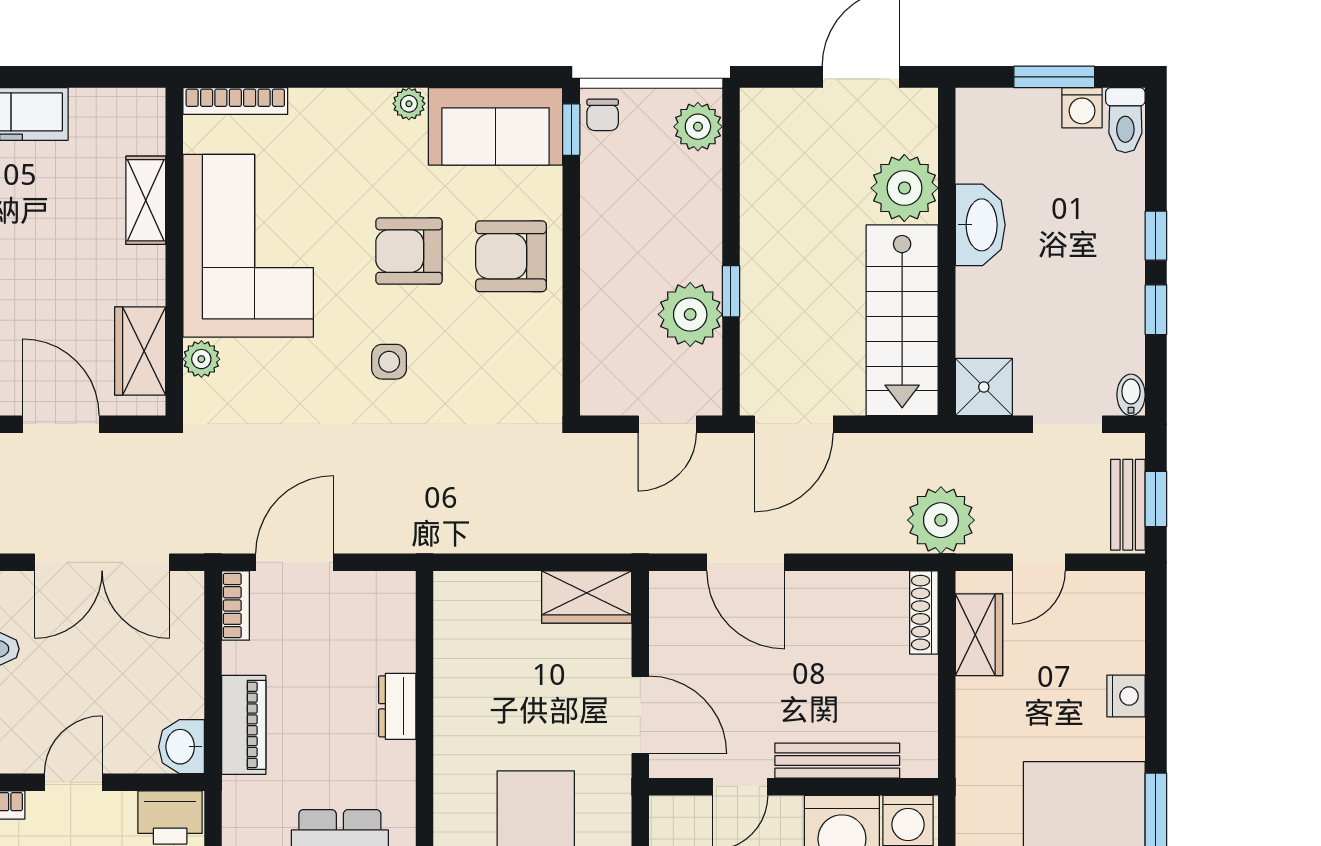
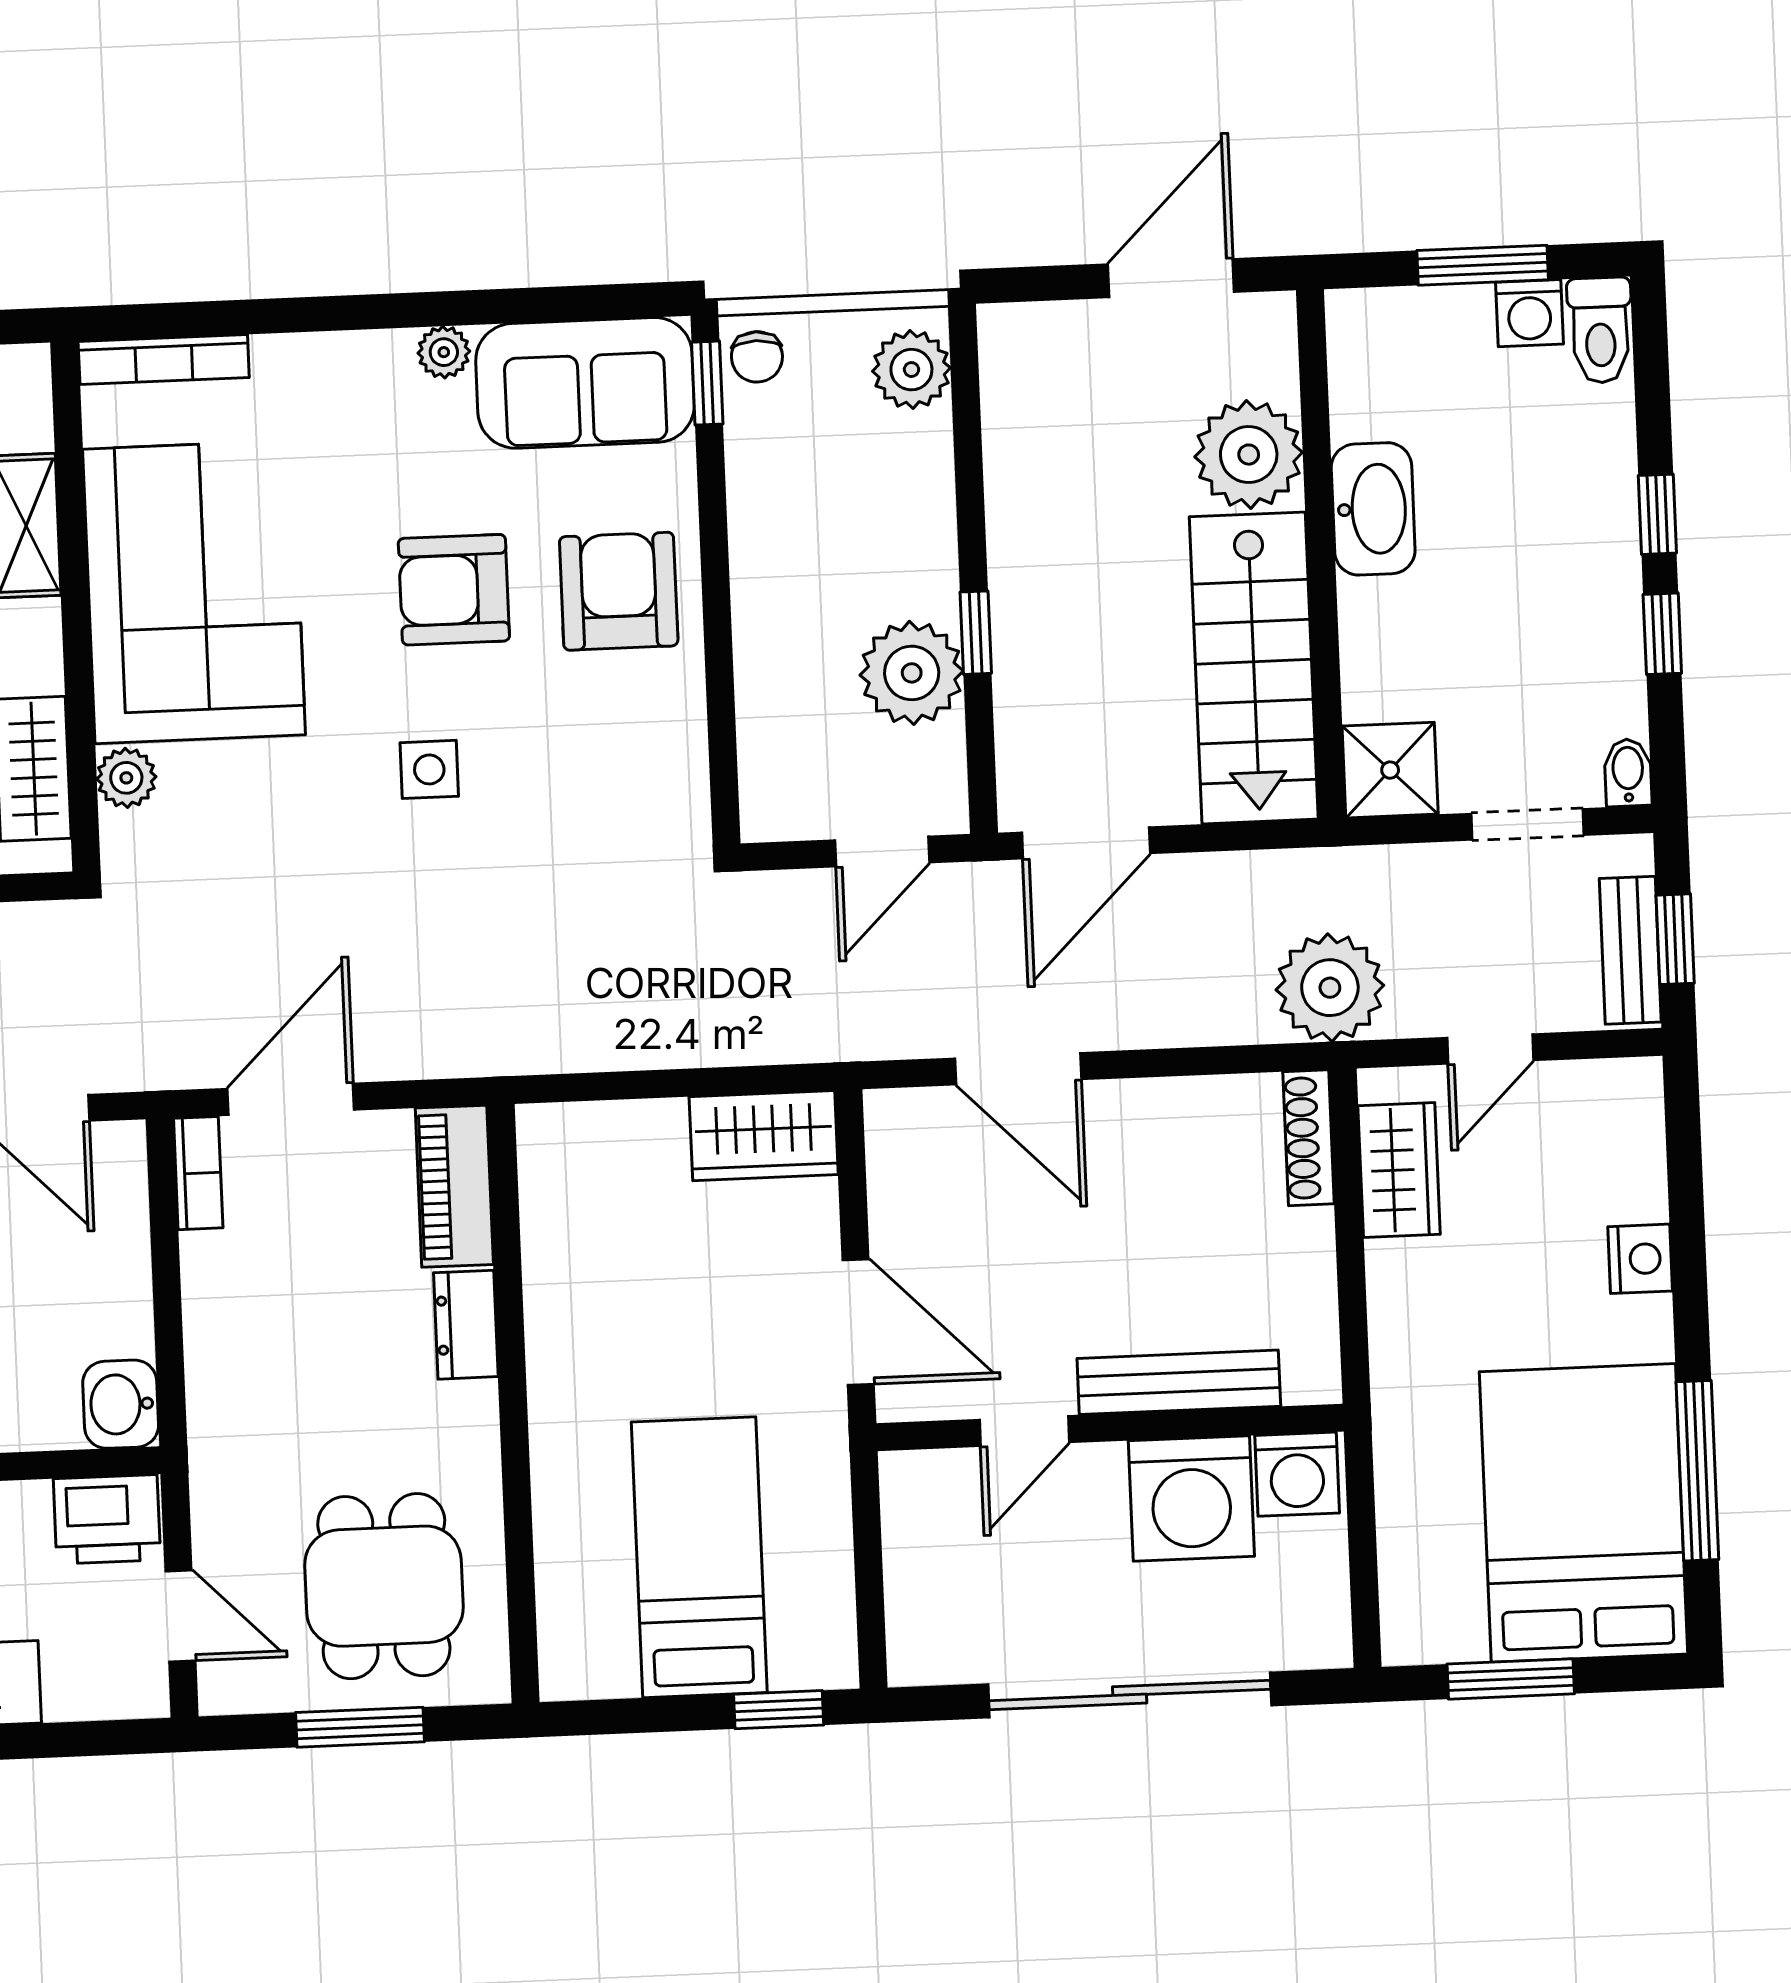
armchair: (511, 256) -> (619, 591), turned 90
piano: (244, 725) -> (454, 1186), moved, turned 180

